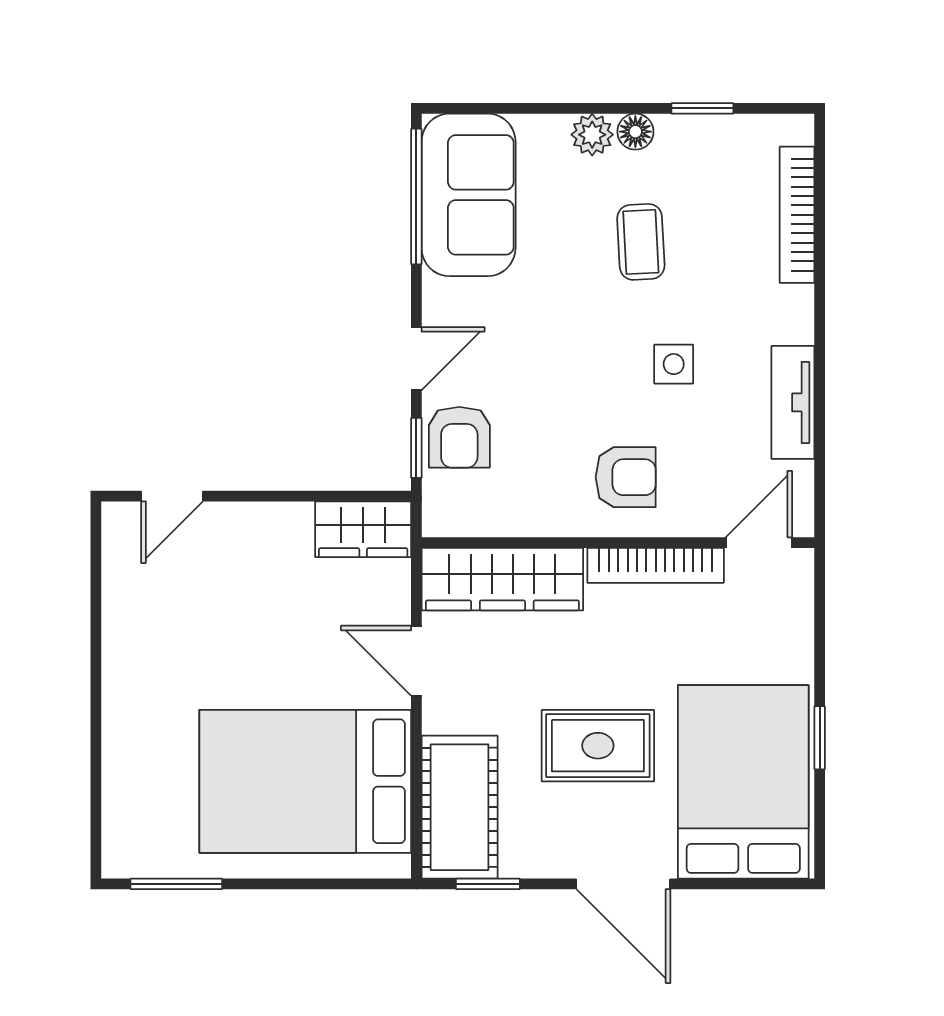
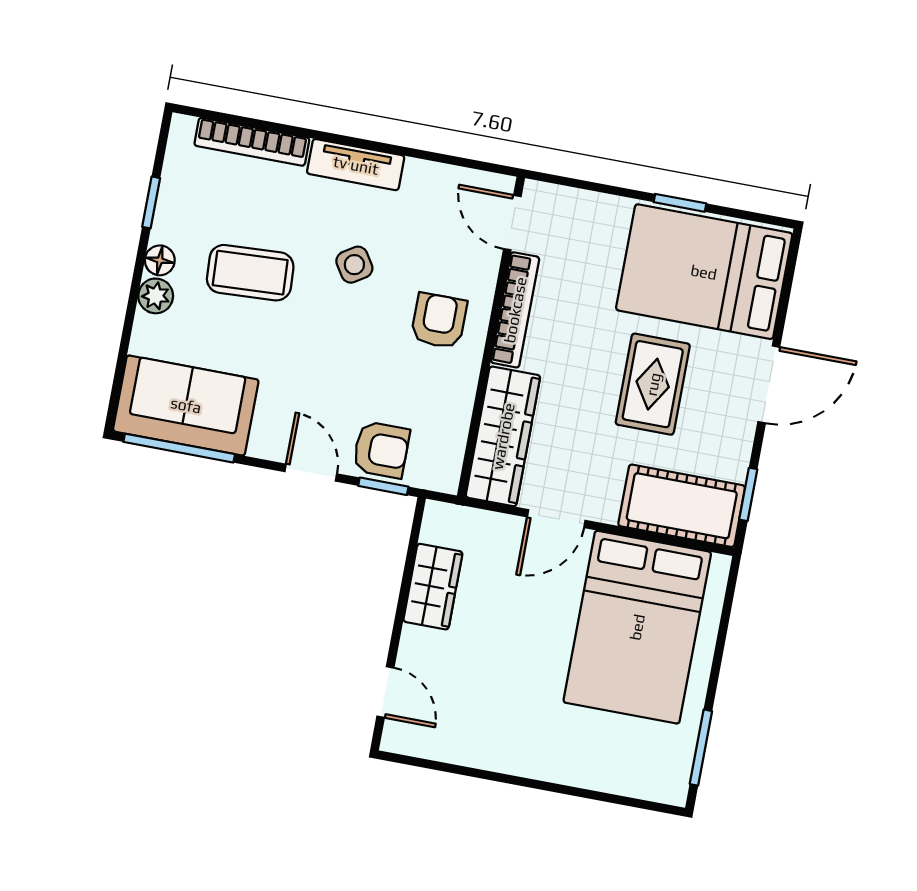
coffee table: (641, 242) -> (250, 273), width x1.36, depth x1.30
side table: (674, 364) -> (354, 265), turned -33
tv unit: (793, 402) -> (356, 165), moved
wardrobe: (363, 529) -> (433, 587), moved

